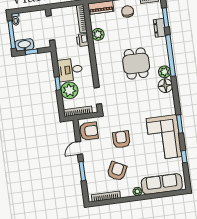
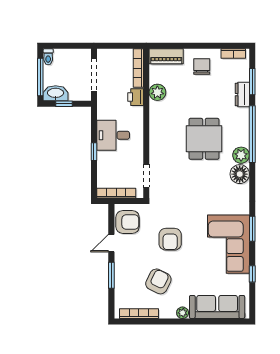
plant: (69, 90) -> (108, 163), removed
armchair: (121, 139) -> (170, 239), turned 180

